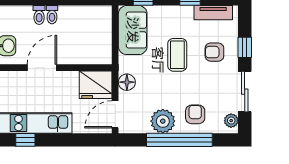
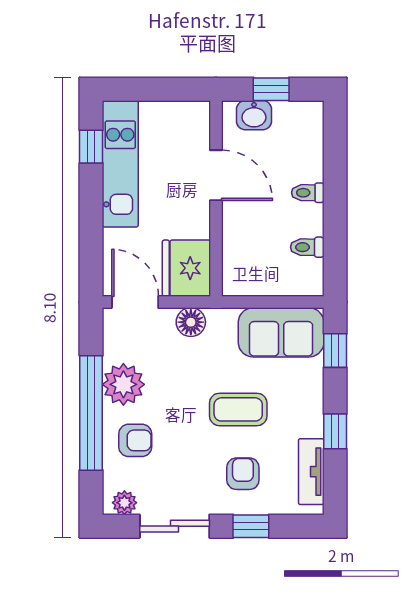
toilet: (39, 15) -> (307, 247), moved

